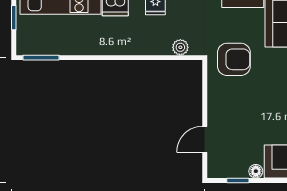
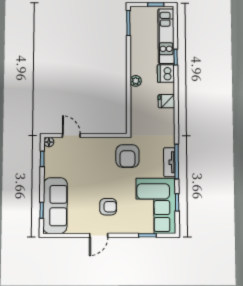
plant: (180, 47) -> (136, 81), moved
floor lamp: (256, 171) -> (49, 142), moved

